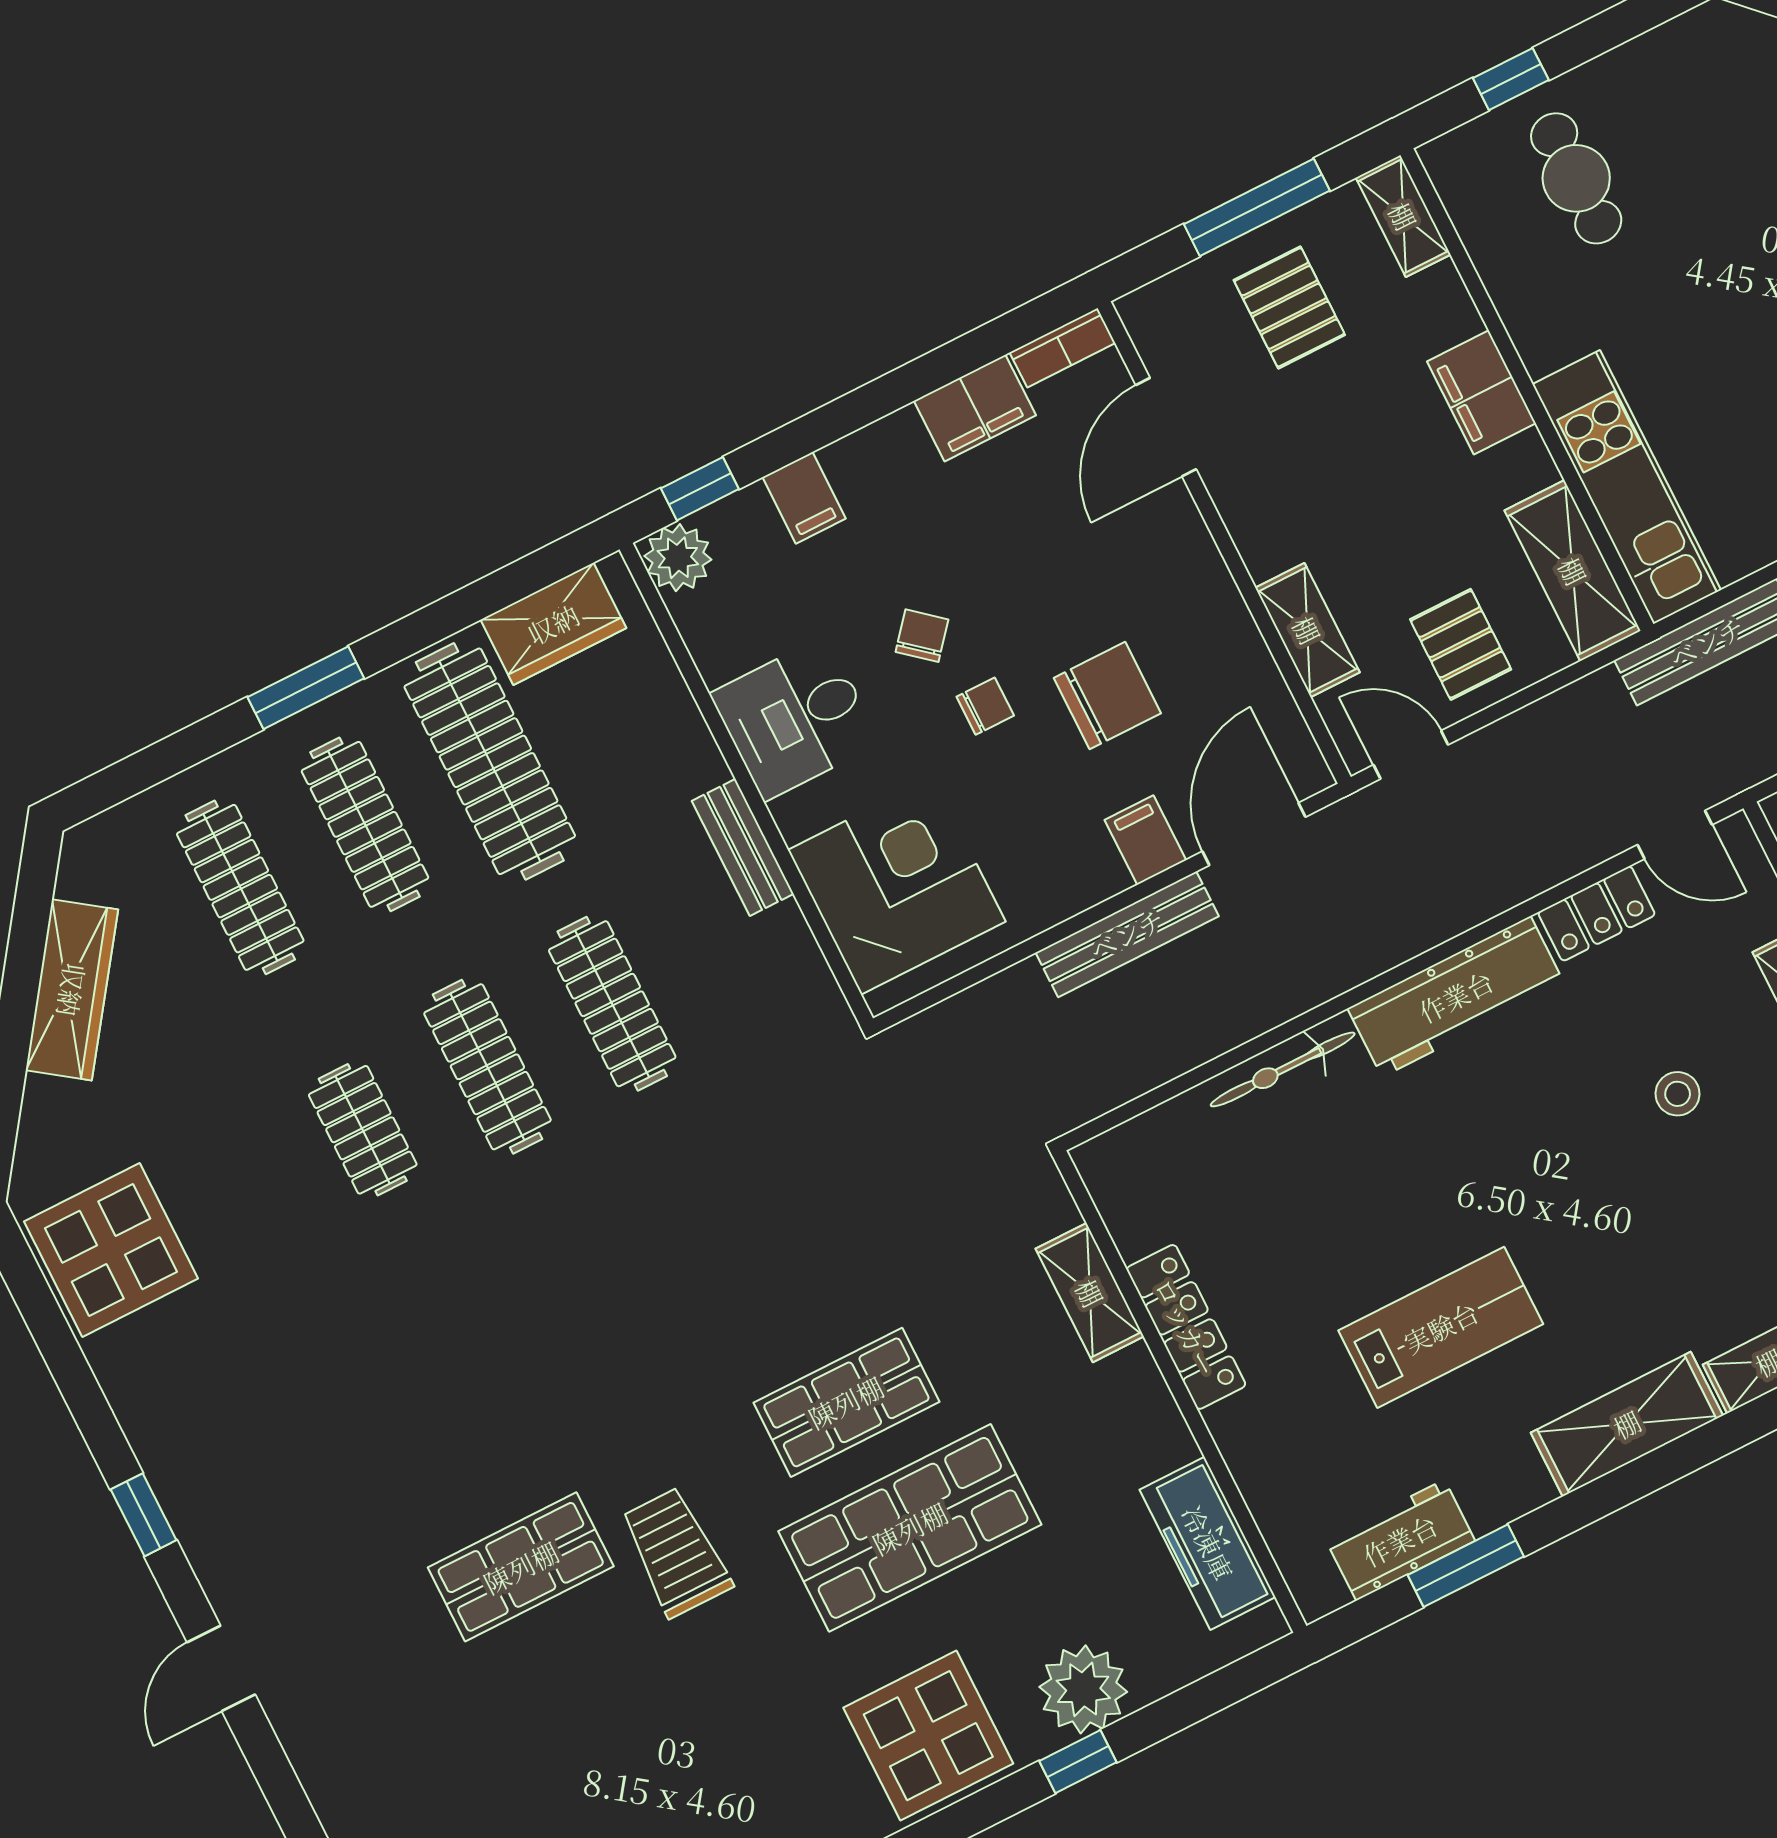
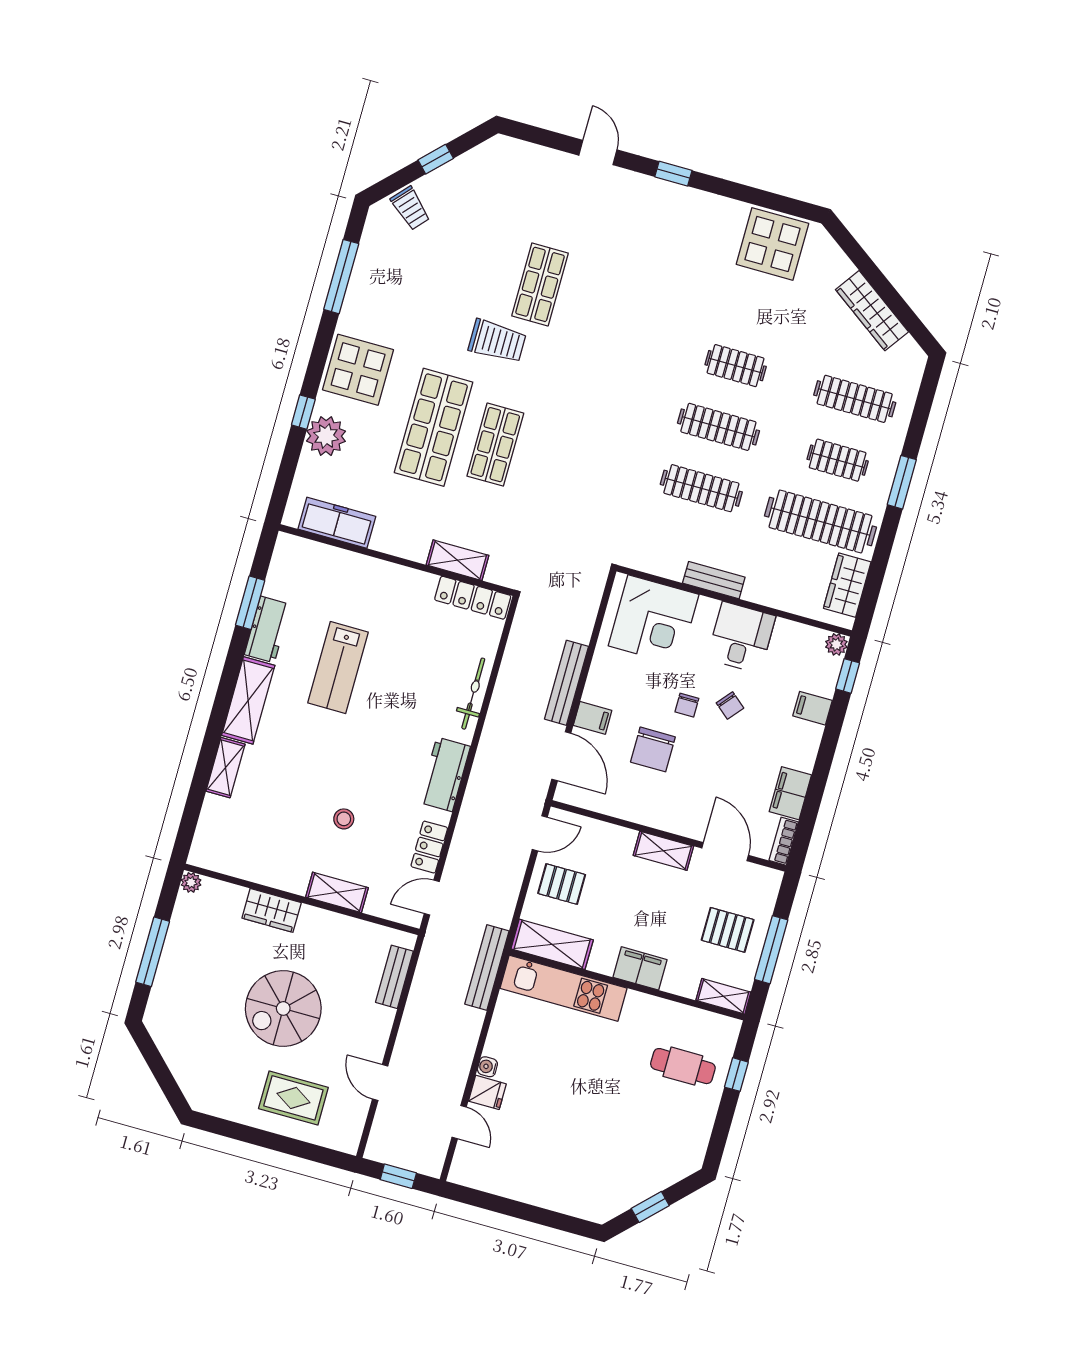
plant: (678, 558) -> (836, 644), width x0.73, depth x0.73
shelving: (1307, 630) -> (663, 851), moved
clothes rail: (365, 824) -> (838, 460), width x0.73
workbench: (1456, 996) -> (445, 774), width x0.73
locker: (1186, 1327) -> (473, 598), moved
workbench: (1400, 1540) -> (267, 629), moved

